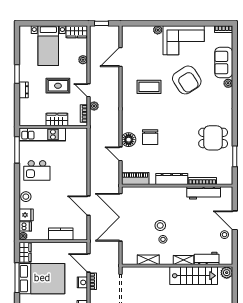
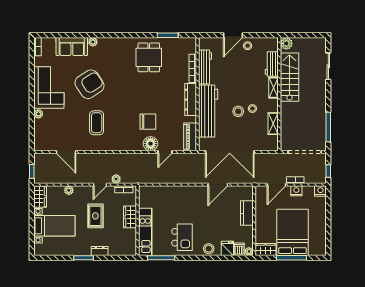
workbench: (161, 196) -> (208, 111), added

